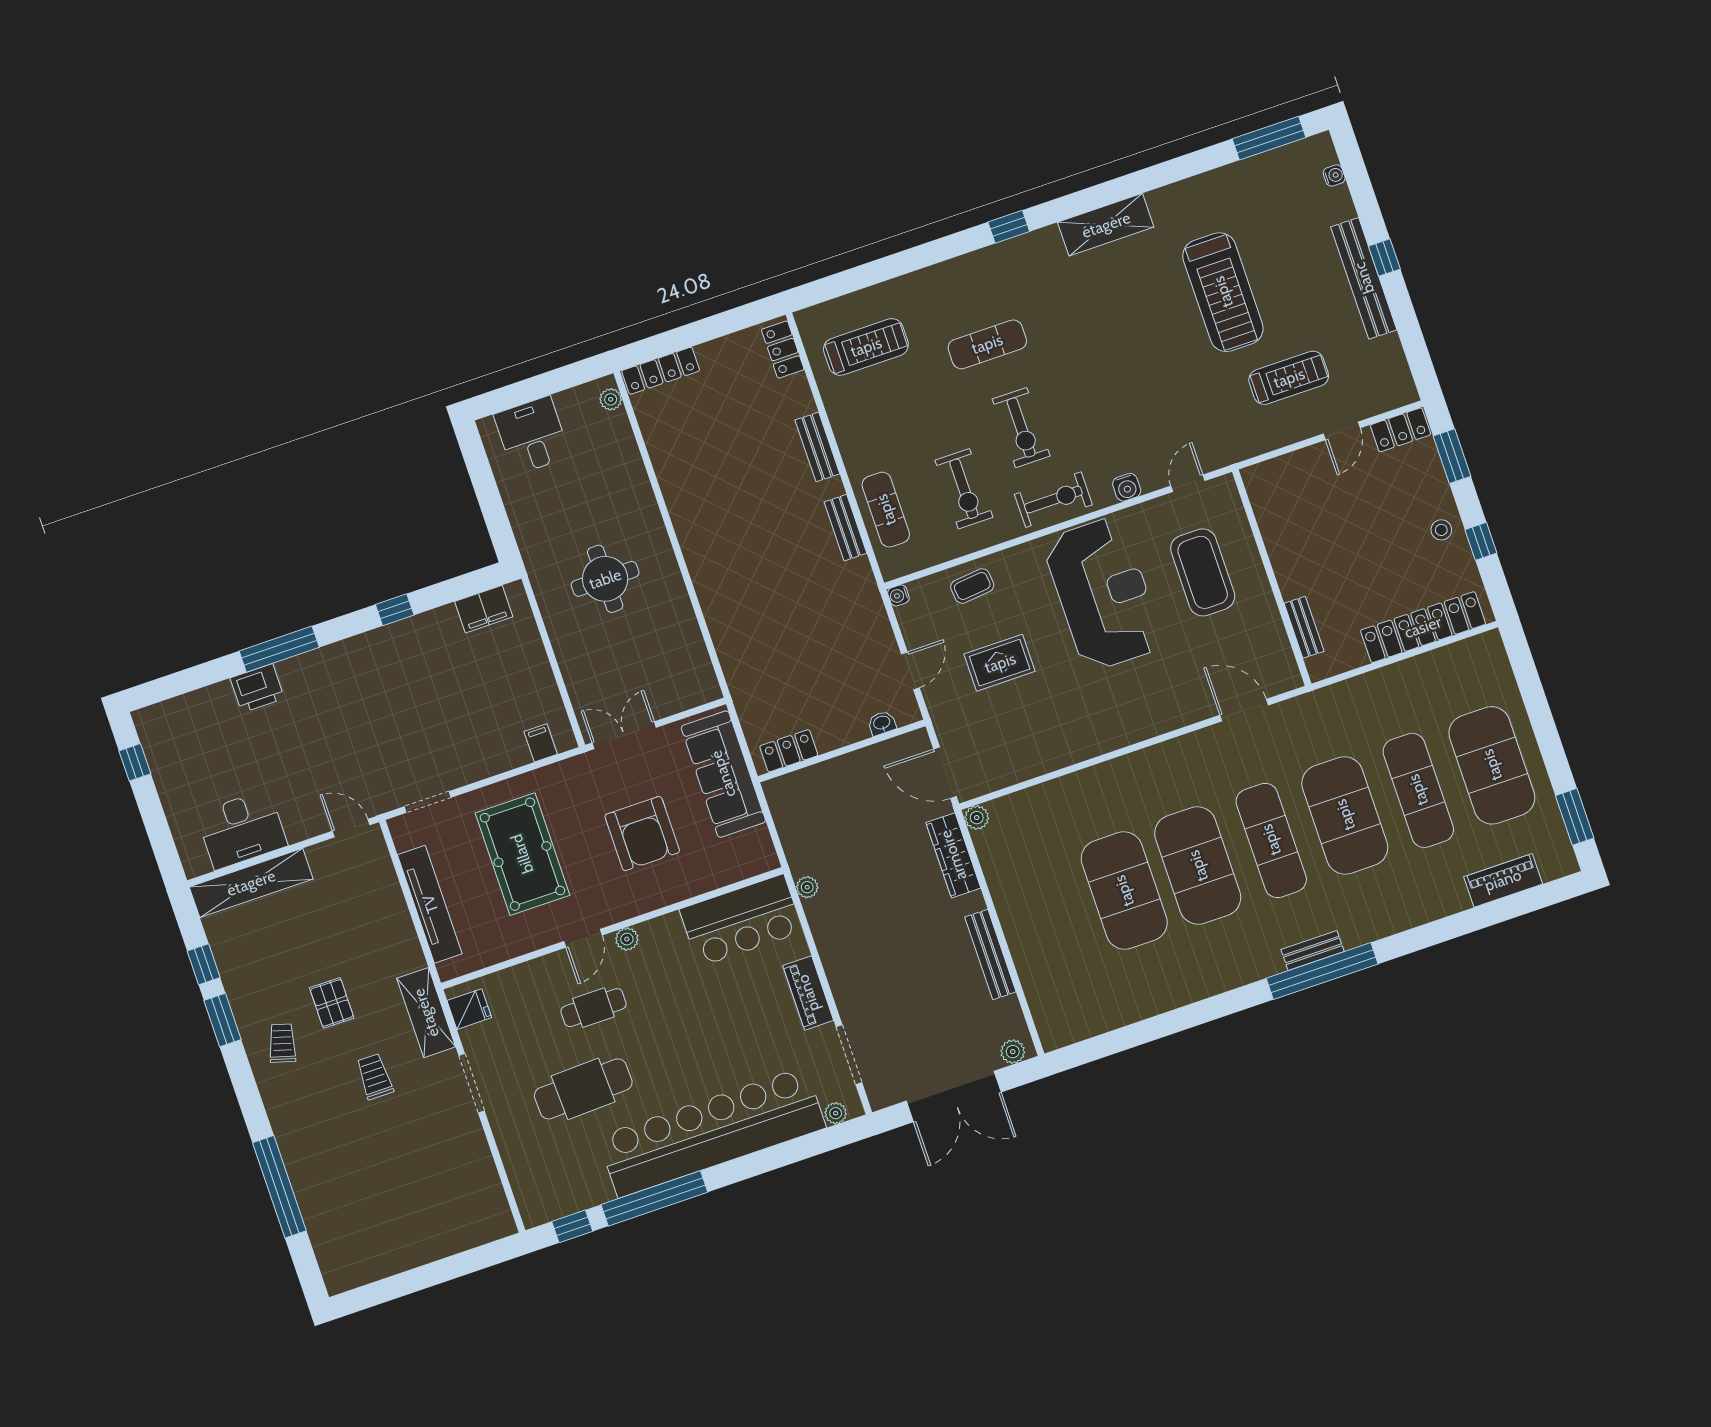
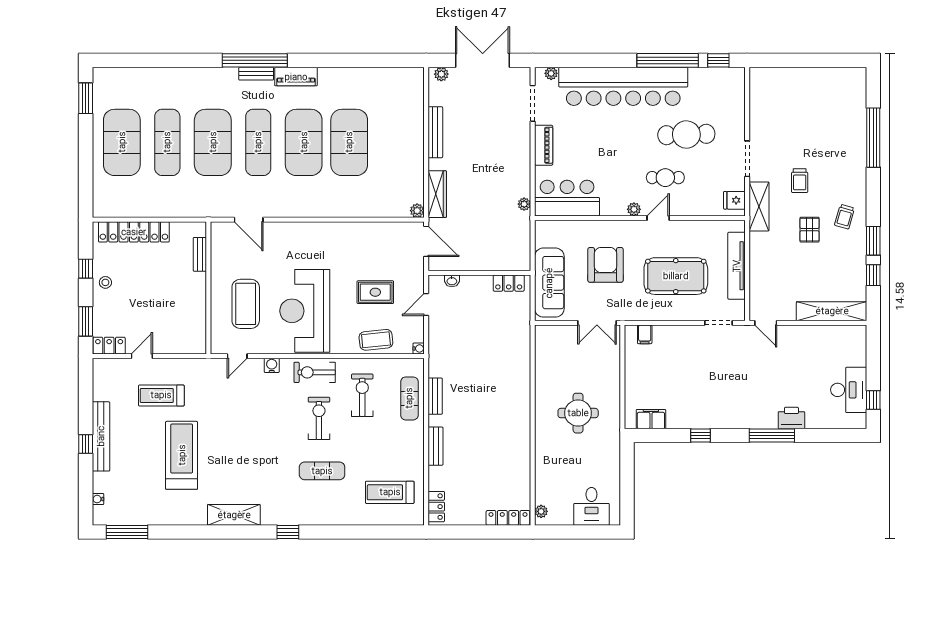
coffee table: (972, 586) -> (376, 340), width x1.36, depth x1.30
desk: (242, 829) -> (849, 390), moved, turned 90
pool table: (522, 854) -> (676, 276), turned 90
piano: (1503, 880) -> (296, 77), moved

